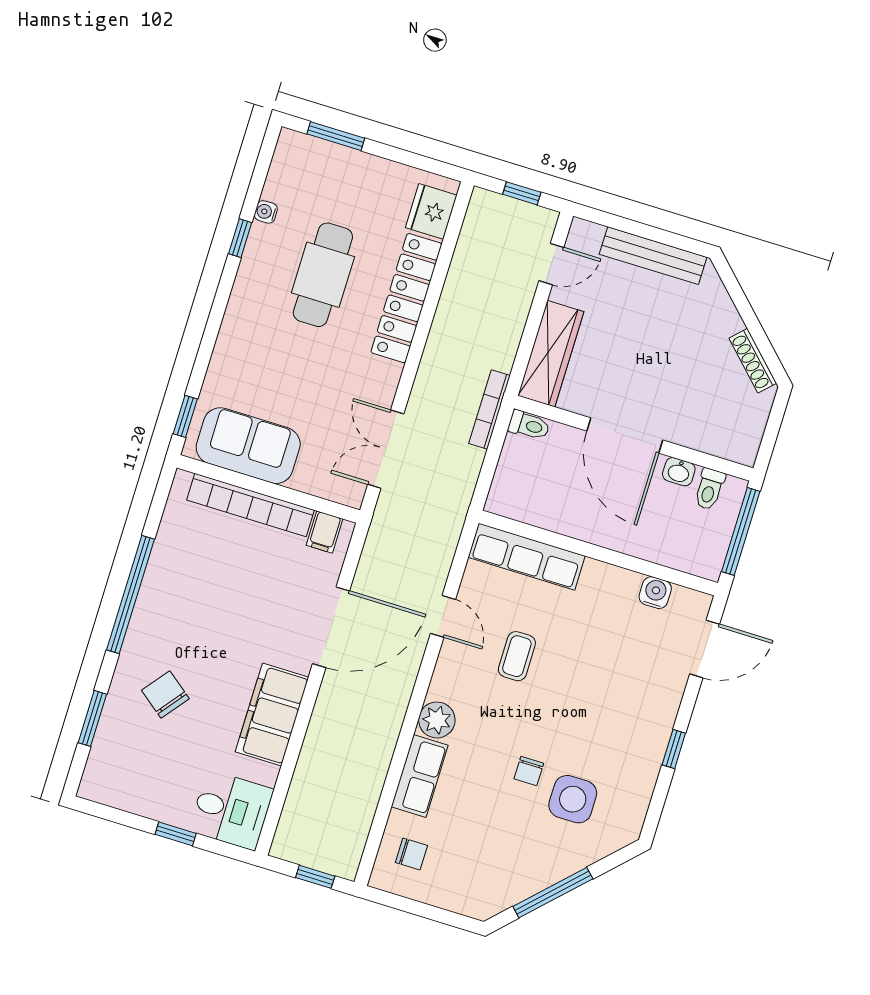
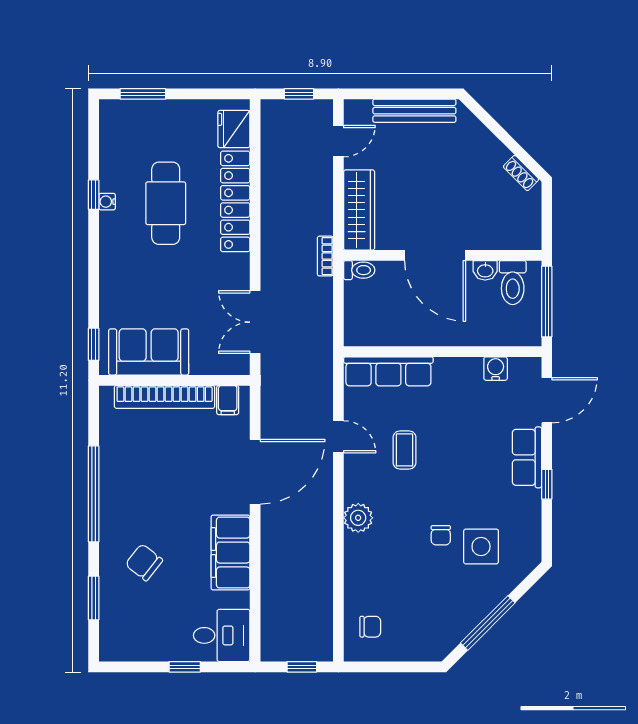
water cooler: (266, 212) -> (107, 202), moved
shoe rack: (753, 361) -> (521, 173), width x0.70
bookcase: (489, 409) -> (325, 256), width x0.64
toilet: (709, 489) -> (513, 283), width x1.37, depth x1.39
row of seats: (420, 776) -> (527, 457), moved, turned 180

